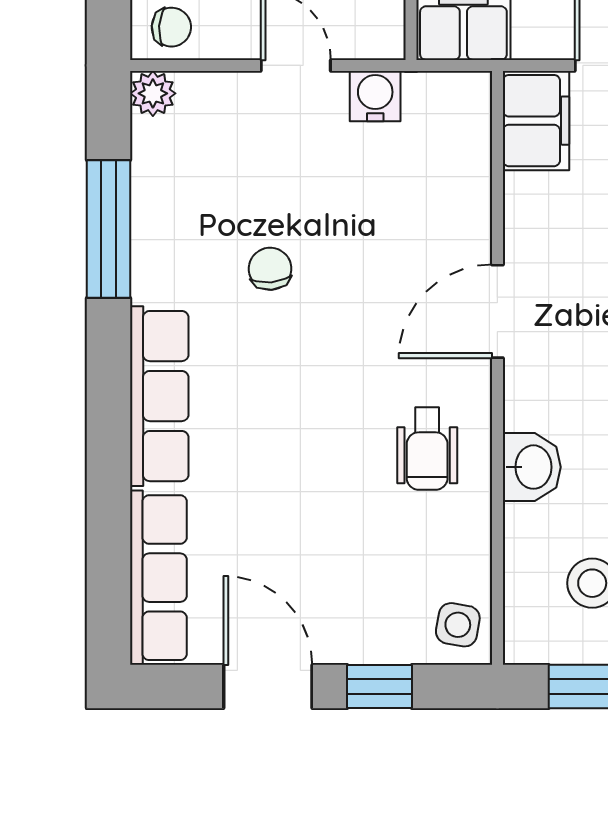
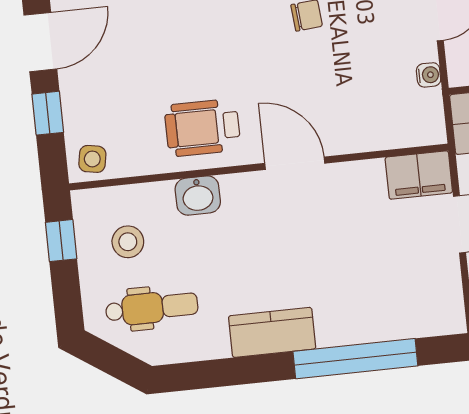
water cooler: (375, 96) -> (429, 75), width x0.72, depth x0.72
wheelchair: (427, 449) -> (202, 128), width x1.36, depth x1.37

